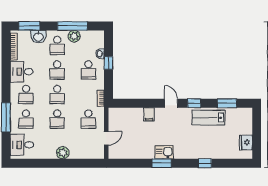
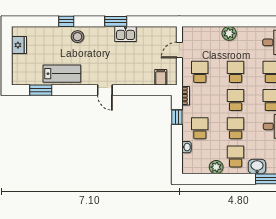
window: (72, 26) -> (218, 179), removed
window: (108, 63) -> (177, 117), moved
window: (194, 103) -> (78, 90), removed
filing cabinet: (149, 114) -> (161, 77), moved
stool: (195, 150) -> (78, 37), added
kitchen sink: (164, 152) -> (125, 34), moved

